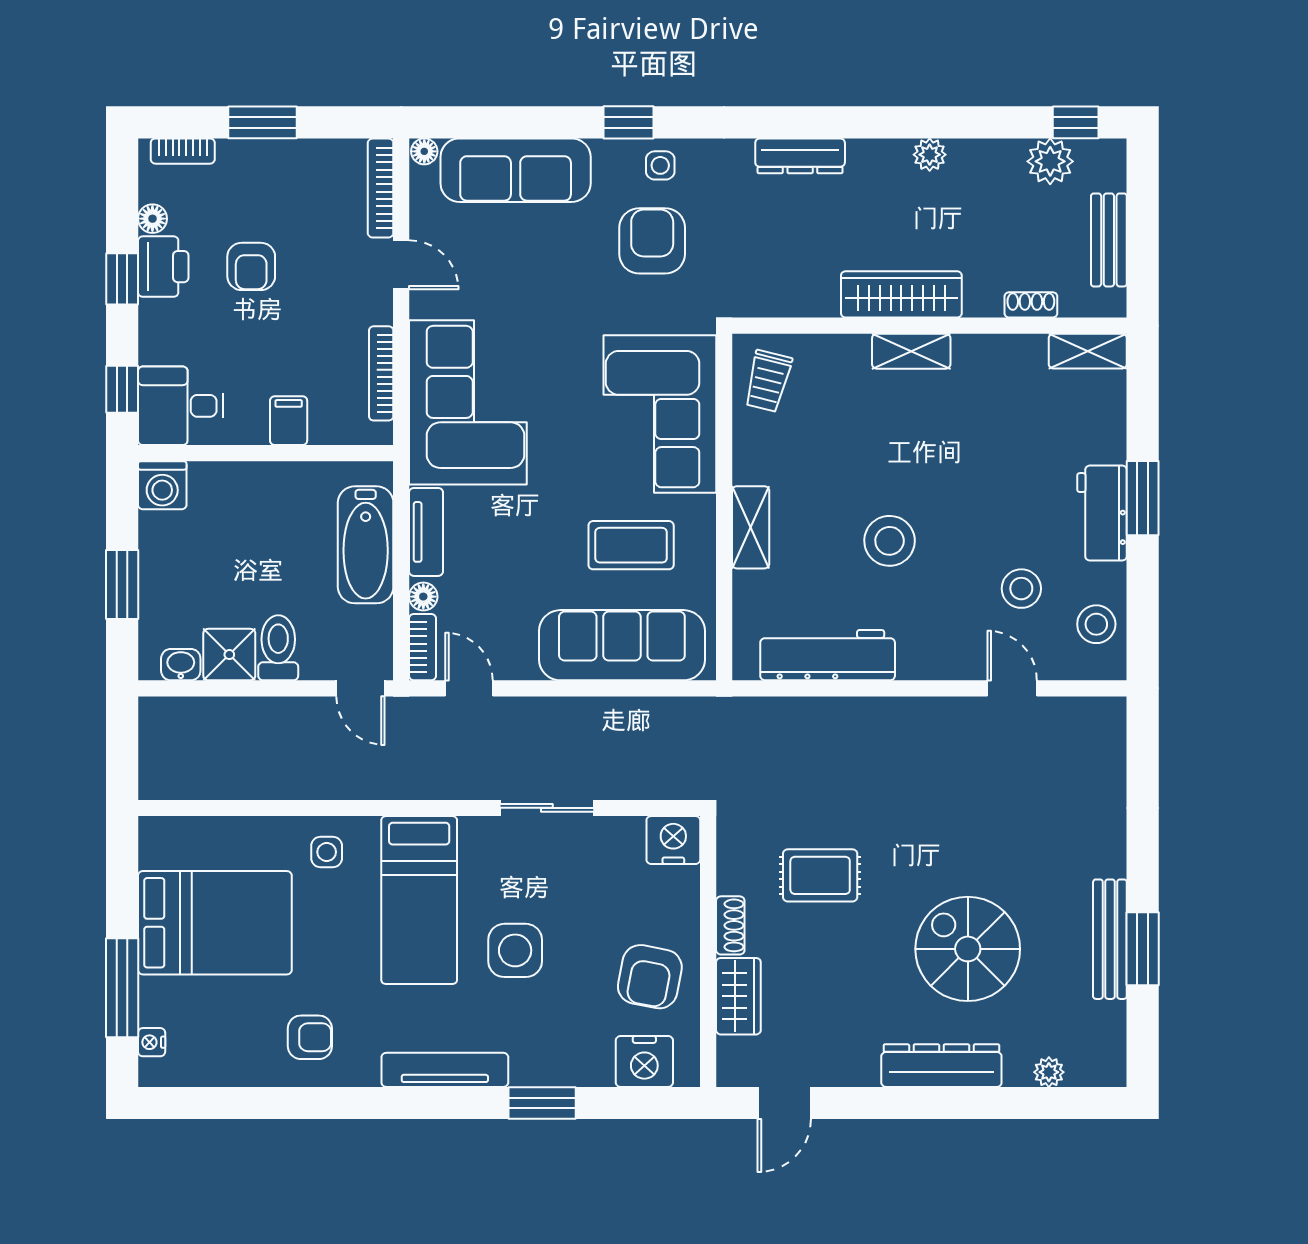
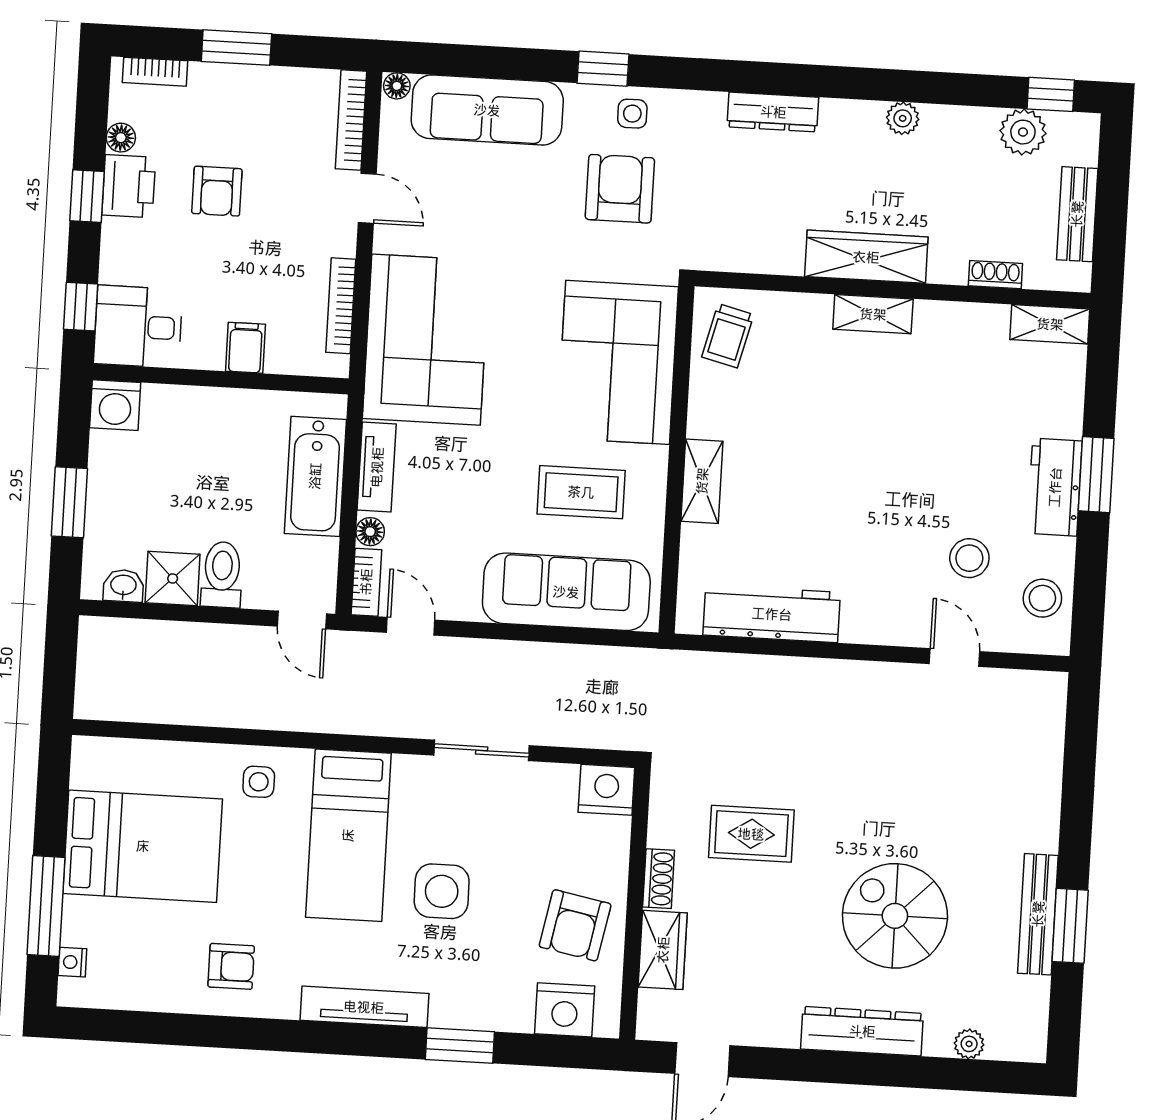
stool: (890, 541) -> (840, 503), removed

